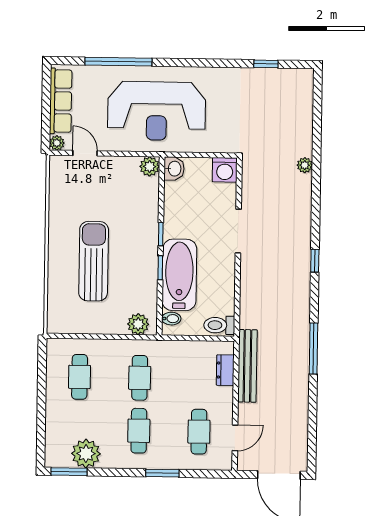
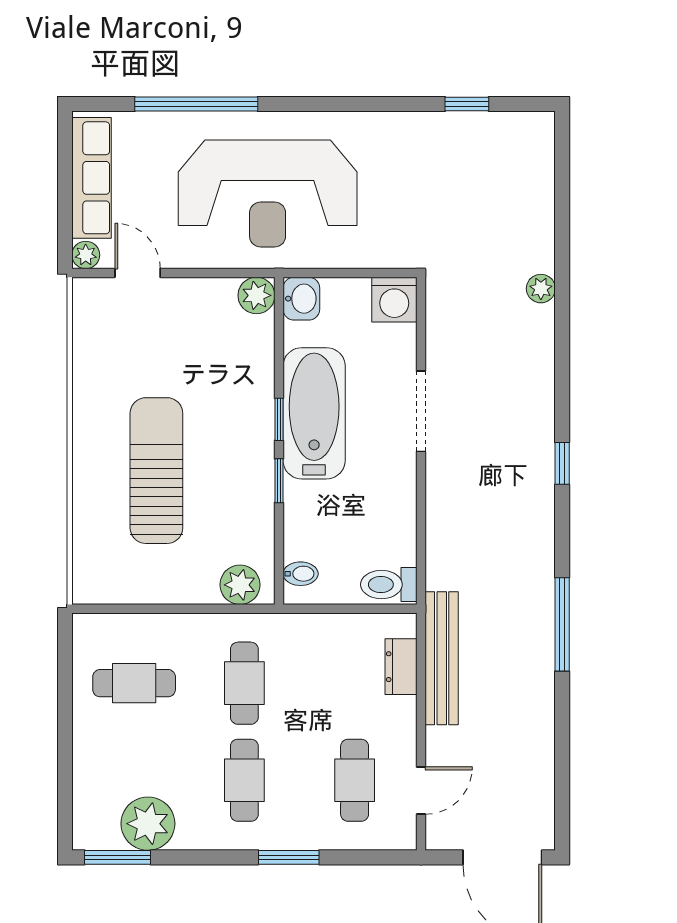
bathtub: (179, 275) -> (314, 413), moved
cafe table: (80, 377) -> (134, 683), turned 90

